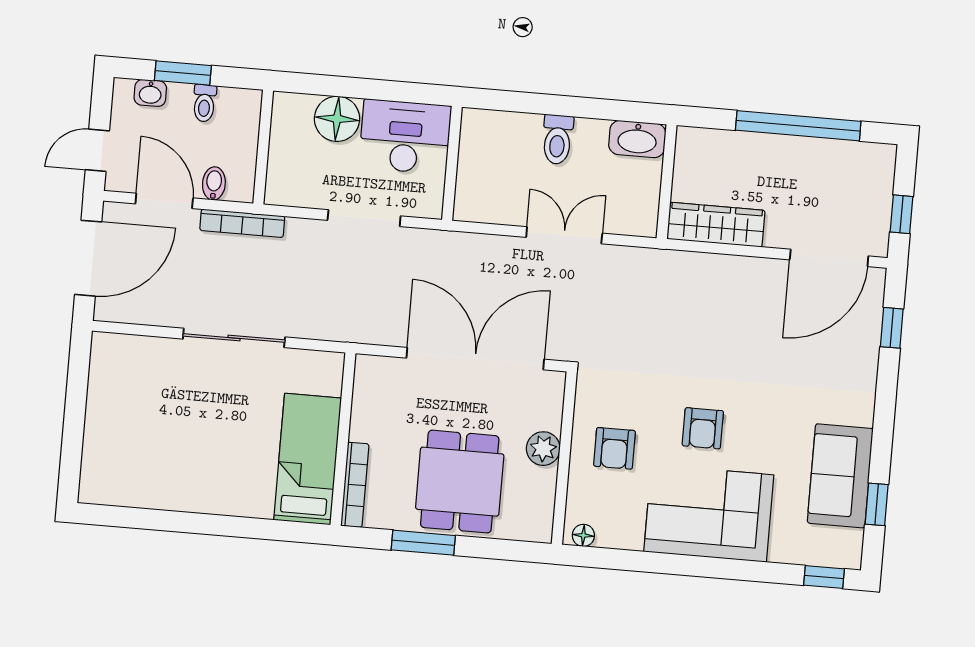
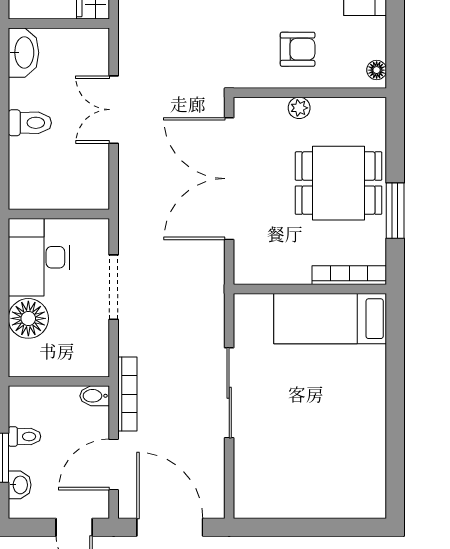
bidet: (214, 183) -> (95, 396), moved
plant: (543, 449) -> (299, 108), width x0.73, depth x0.73

